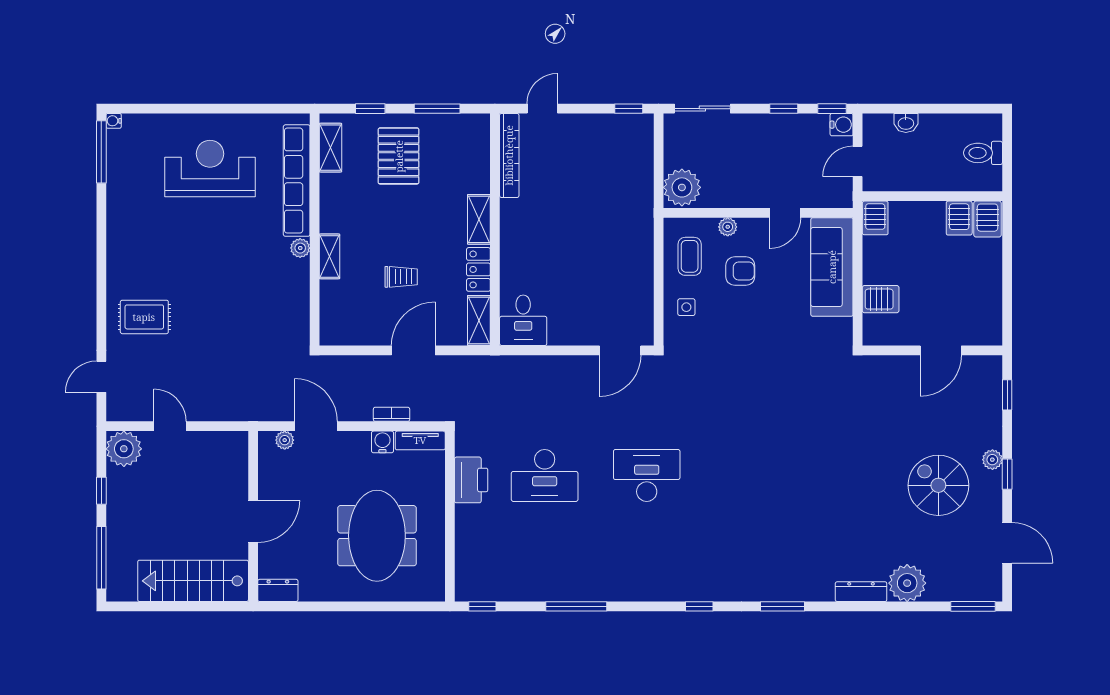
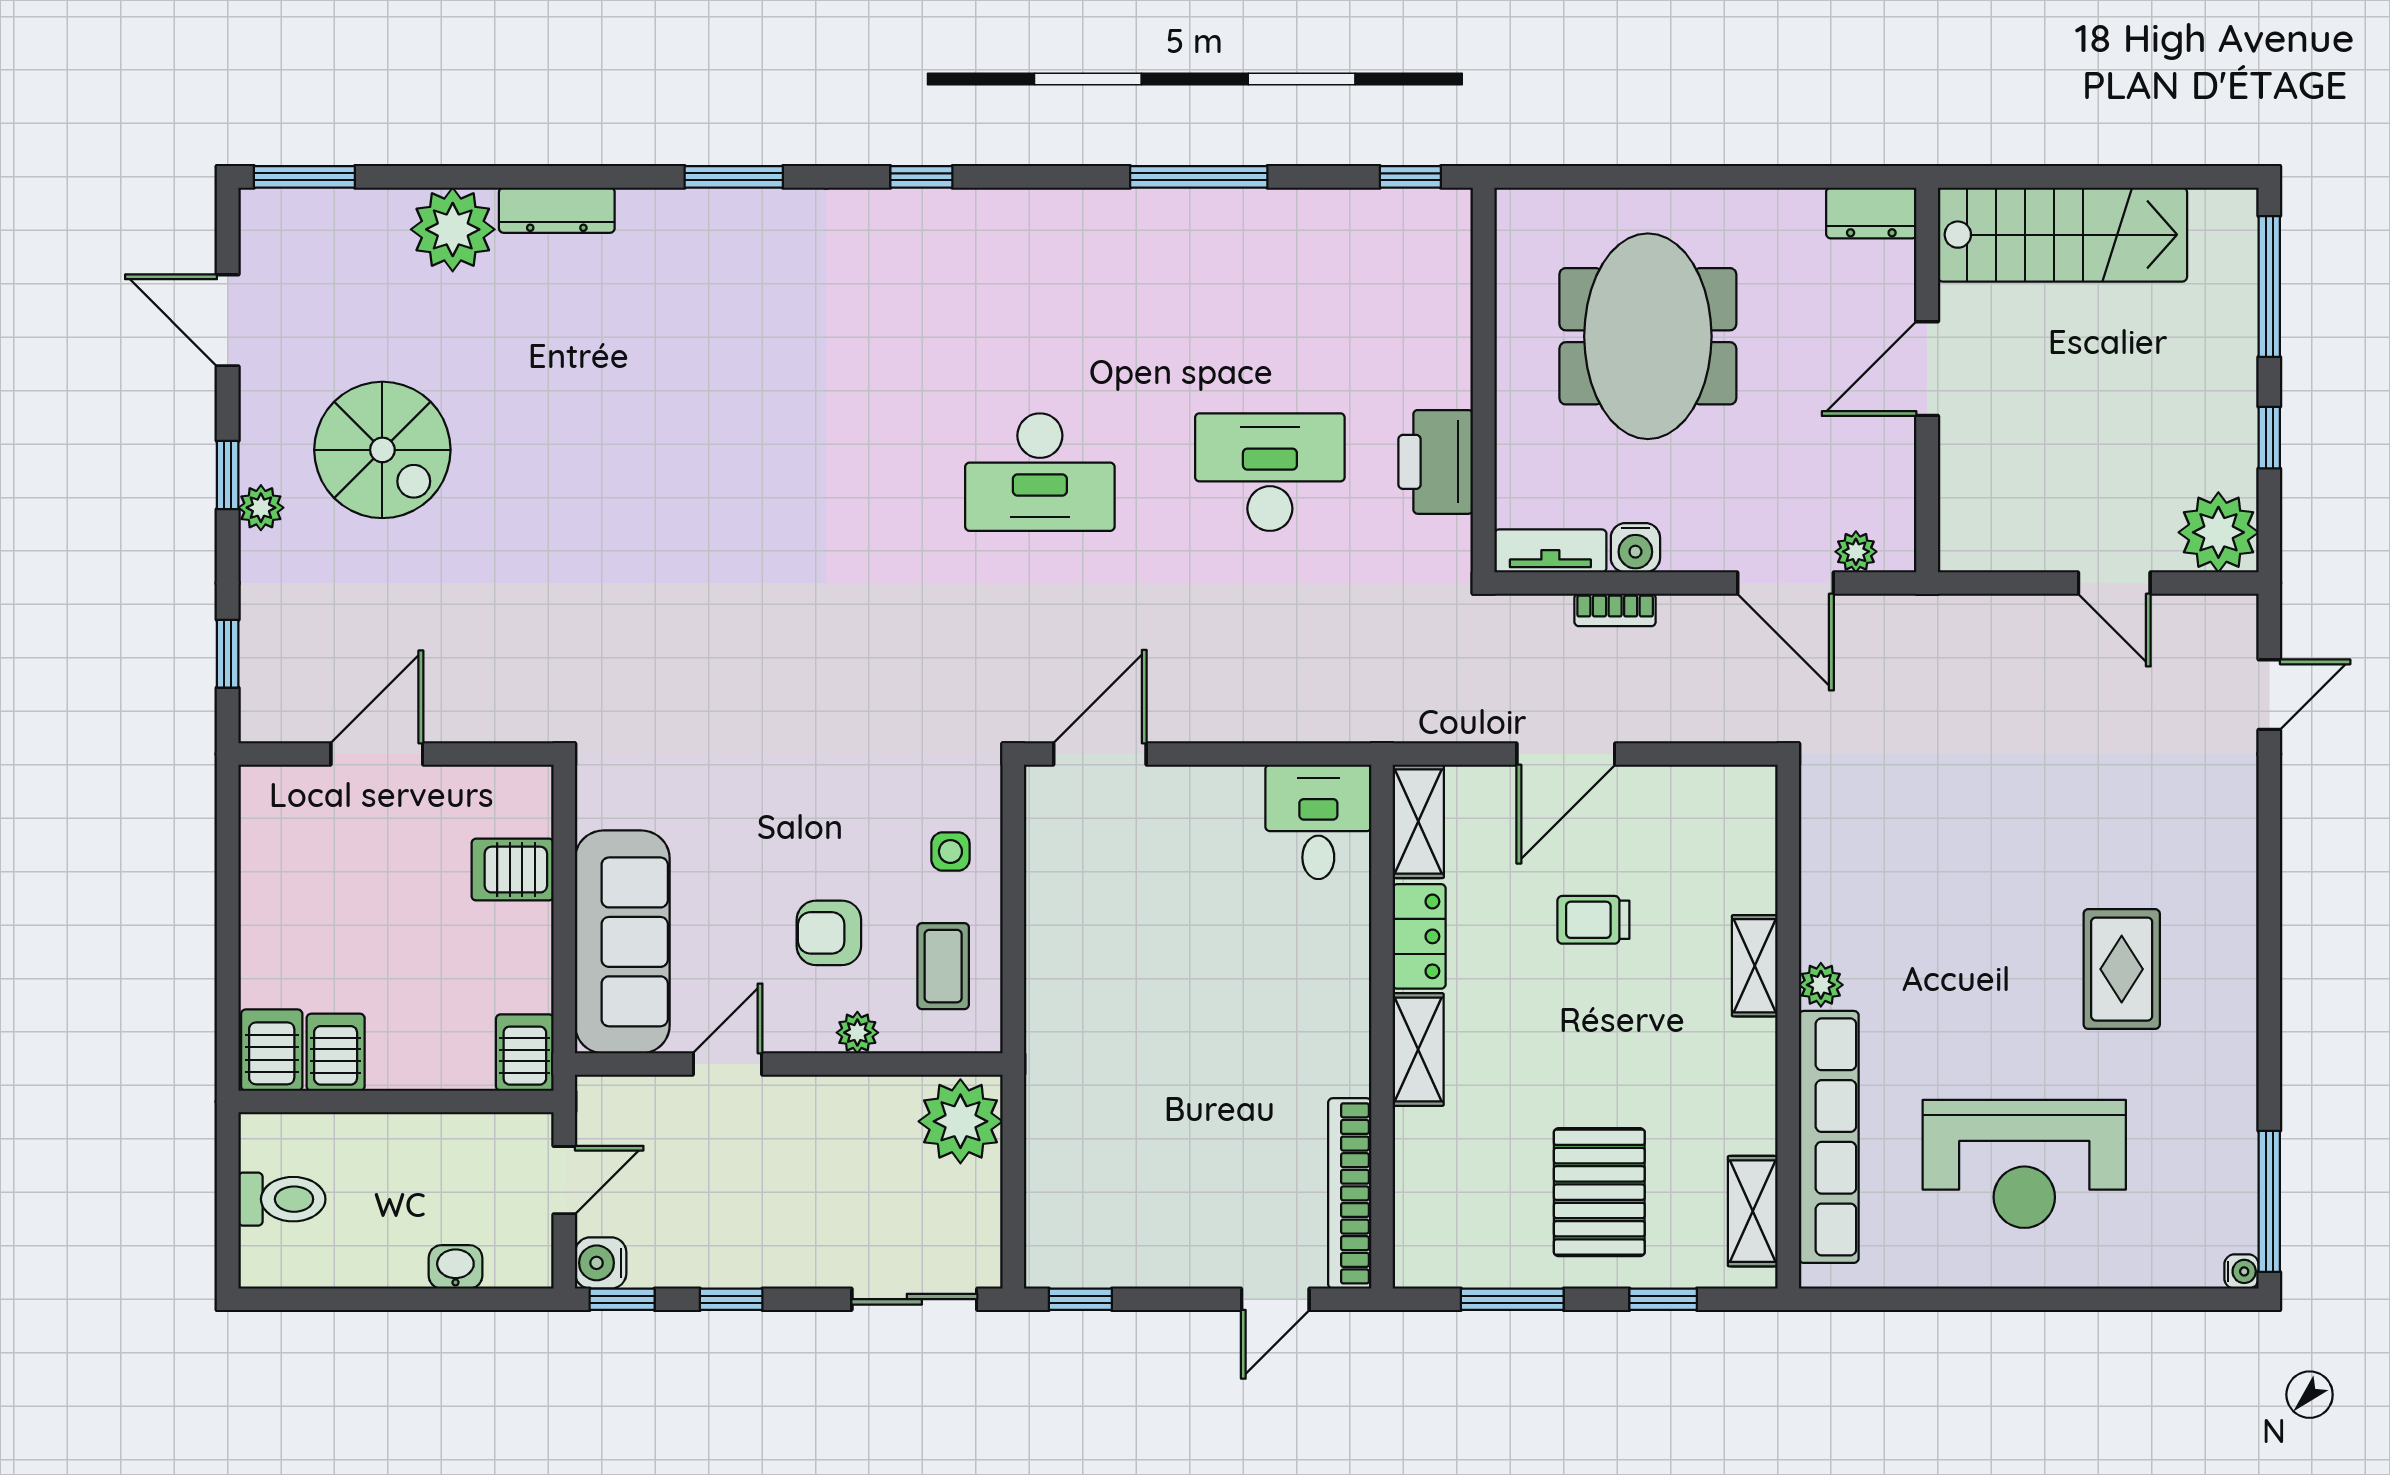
rug: (144, 317) -> (2122, 969), moved, turned 90

